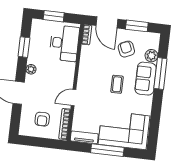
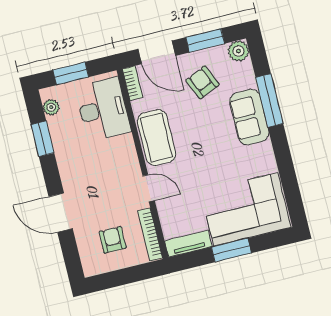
plant: (151, 56) -> (238, 51), moved
plant: (31, 69) -> (51, 107), moved
coffee table: (117, 84) -> (157, 138), moved, width x1.86, depth x1.72
door: (73, 98) -> (149, 188), swing flipped
armchair: (42, 119) -> (113, 240), turned 180
window: (107, 150) -> (231, 250), width x0.69

